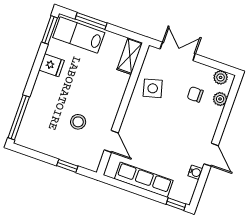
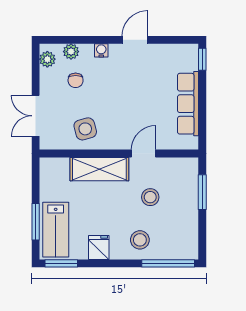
shelving: (130, 56) -> (99, 169), moved, width x1.50, depth x1.33
stool: (46, 101) -> (140, 240), added
door: (111, 141) -> (144, 154), moved
window: (67, 166) -> (202, 192), width x1.50
water cooler: (195, 172) -> (101, 50), moved

